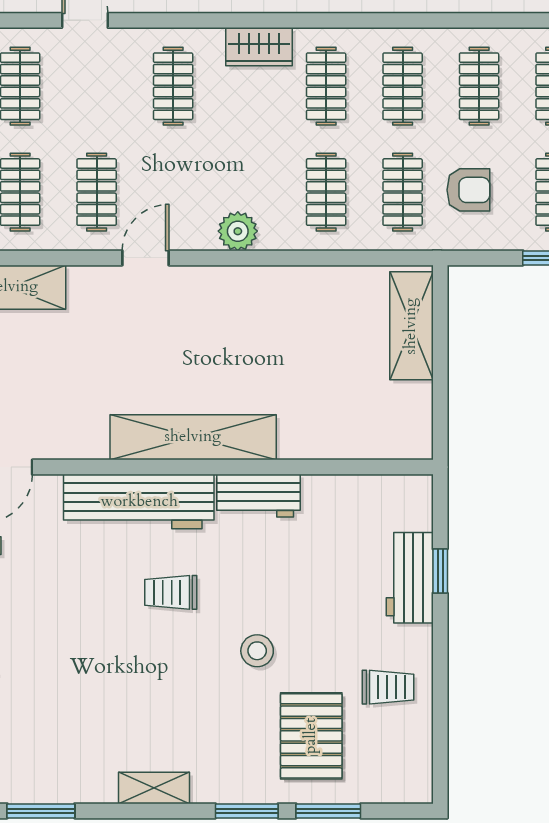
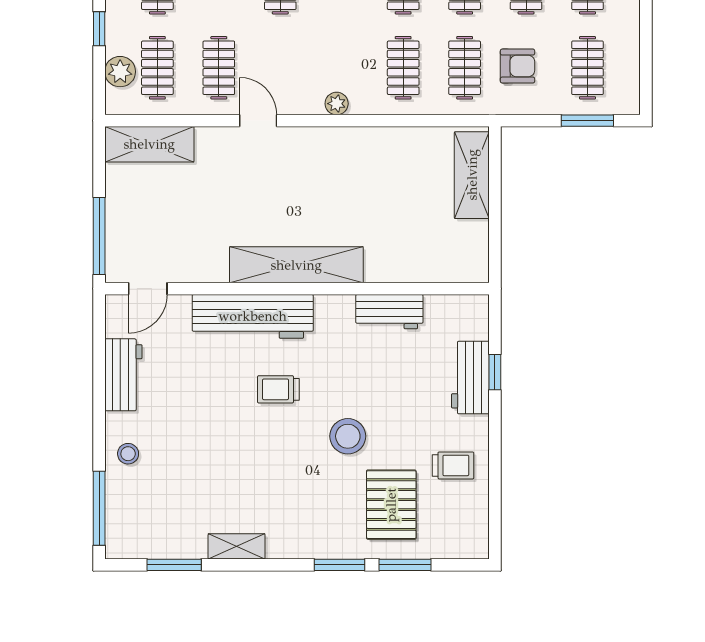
plant: (238, 231) -> (337, 104), width x0.73, depth x0.73
door: (145, 258) -> (258, 121), hinge flipped
workbench: (258, 496) -> (389, 312), moved
stool: (257, 651) -> (348, 436), width x1.38, depth x1.38
shelving: (154, 788) -> (237, 546), moved

